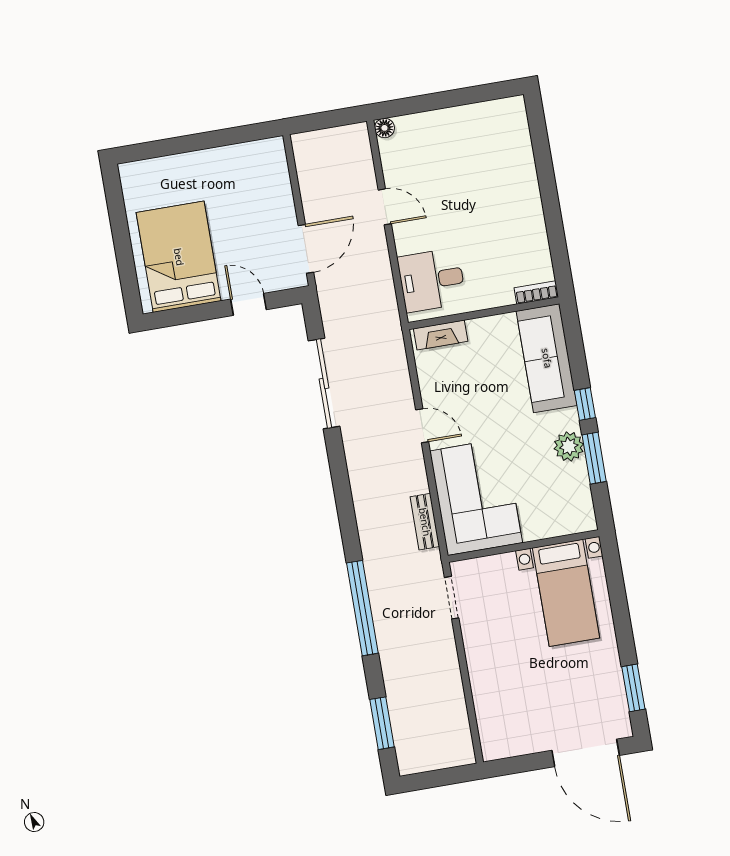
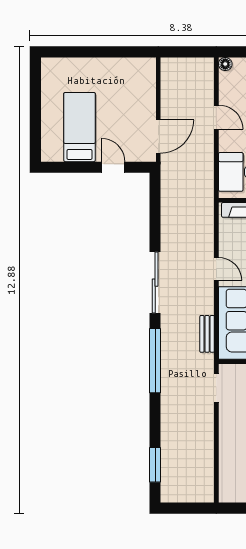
bed: (179, 257) -> (79, 127), width x0.67
sliding door: (324, 383) -> (155, 283), moved
window: (362, 608) -> (155, 361), moved

